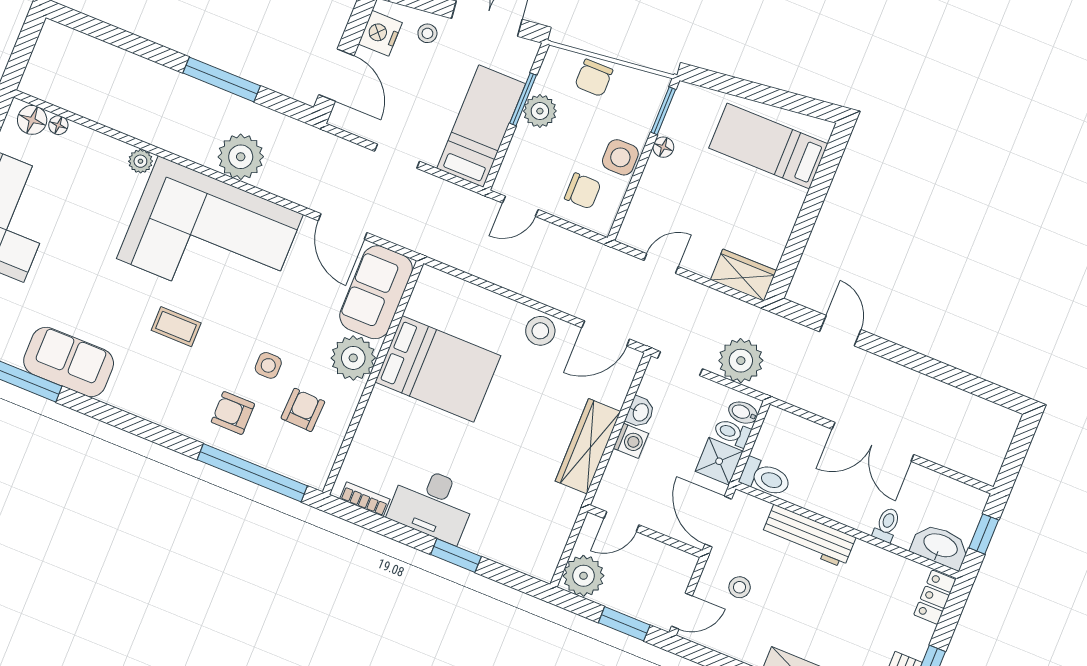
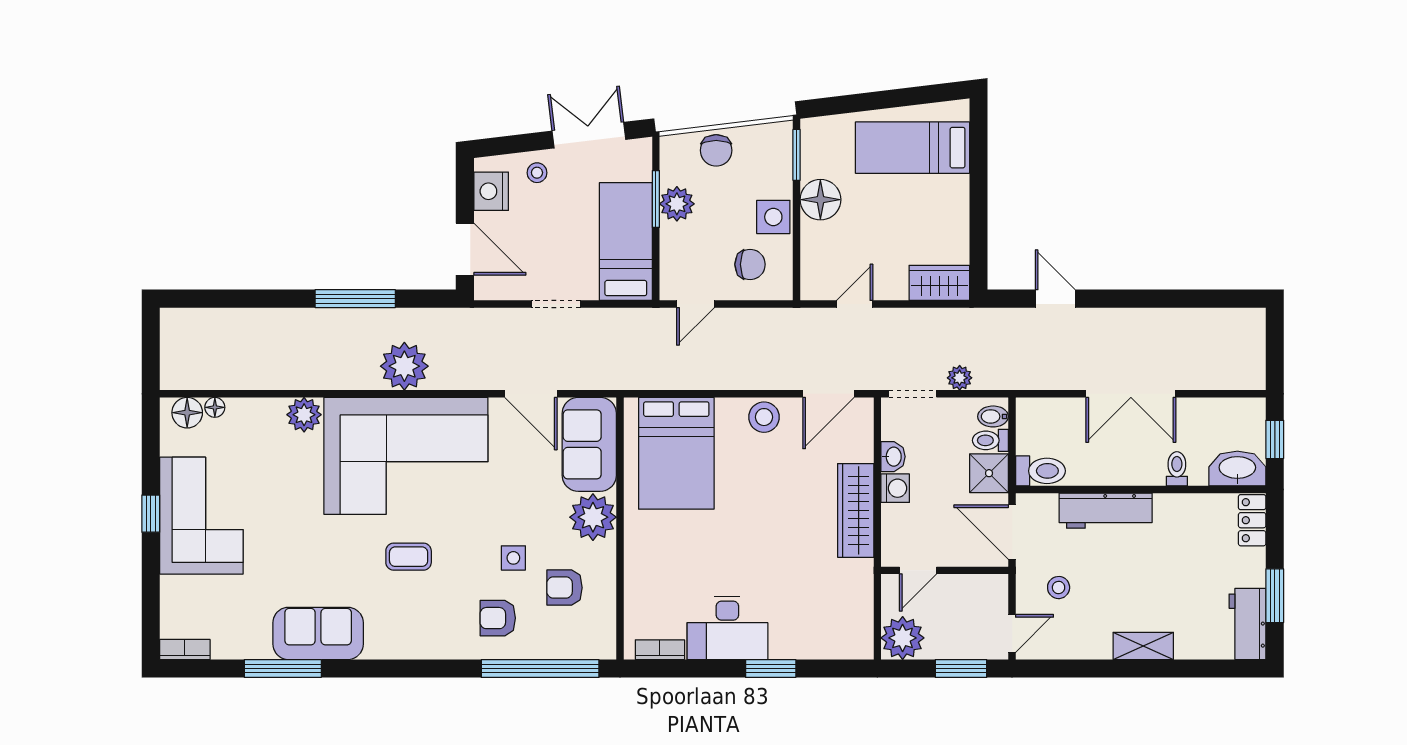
floor lamp: (663, 147) -> (820, 200), width x1.89, depth x1.89
plant: (140, 161) -> (304, 415), width x1.38, depth x1.38
plant: (741, 361) -> (960, 378), width x0.53, depth x0.53
bed: (438, 369) -> (676, 453), moved, turned 90
armchair: (303, 410) -> (565, 588), turned -92

